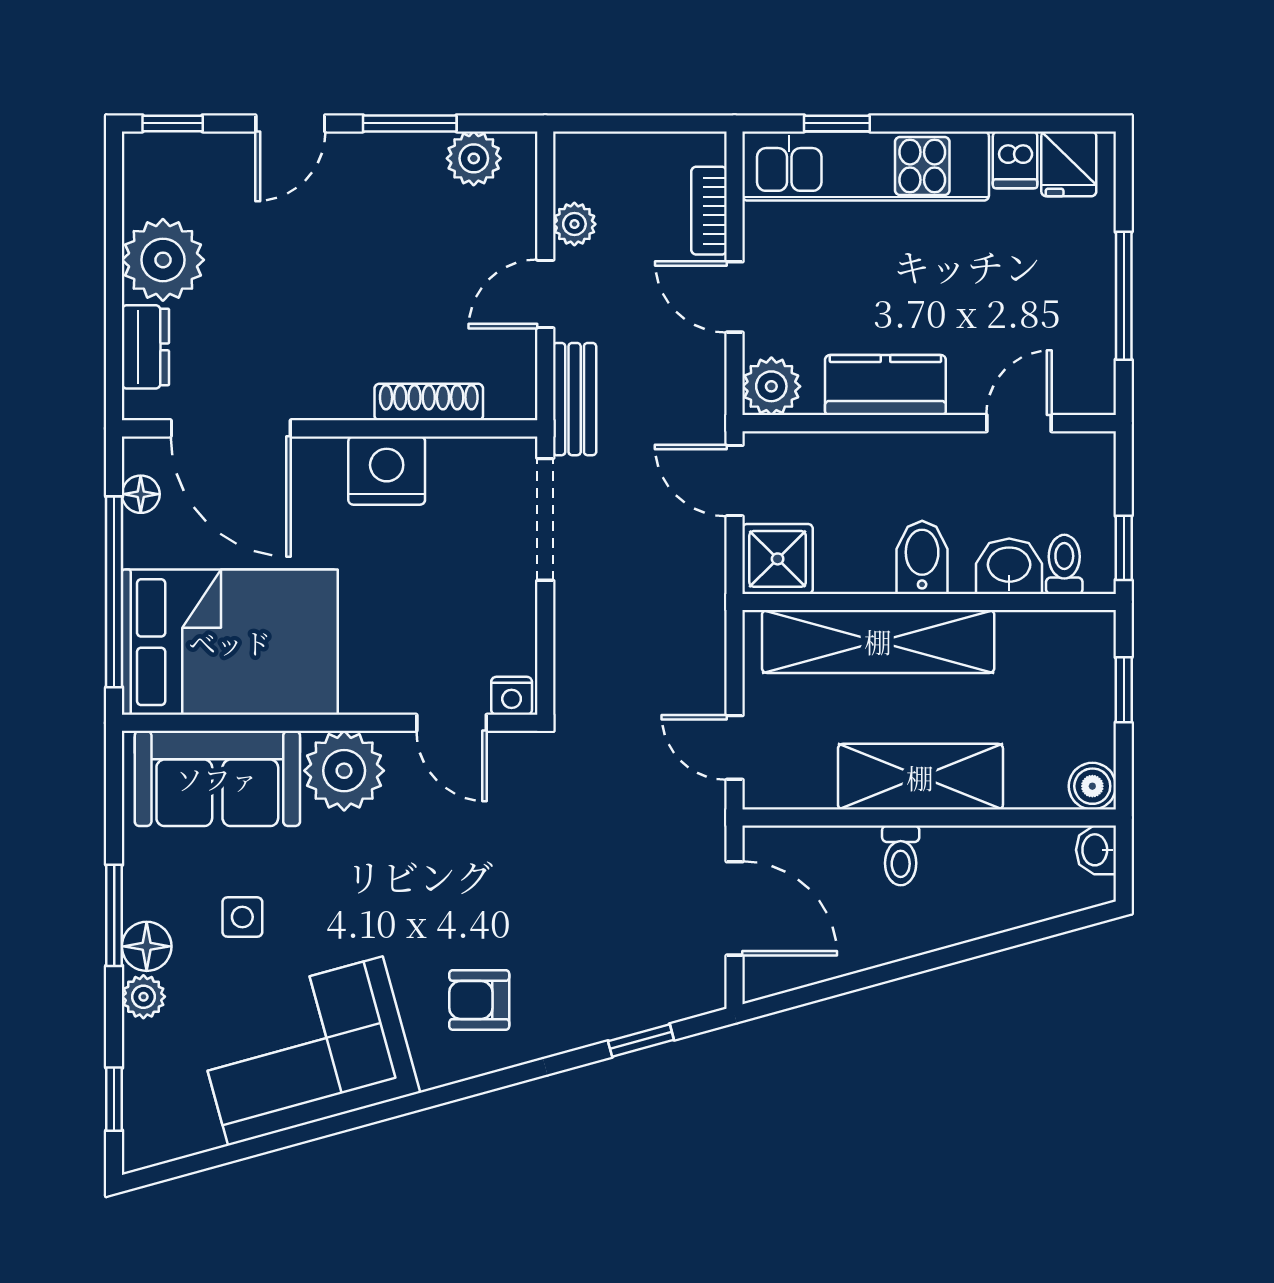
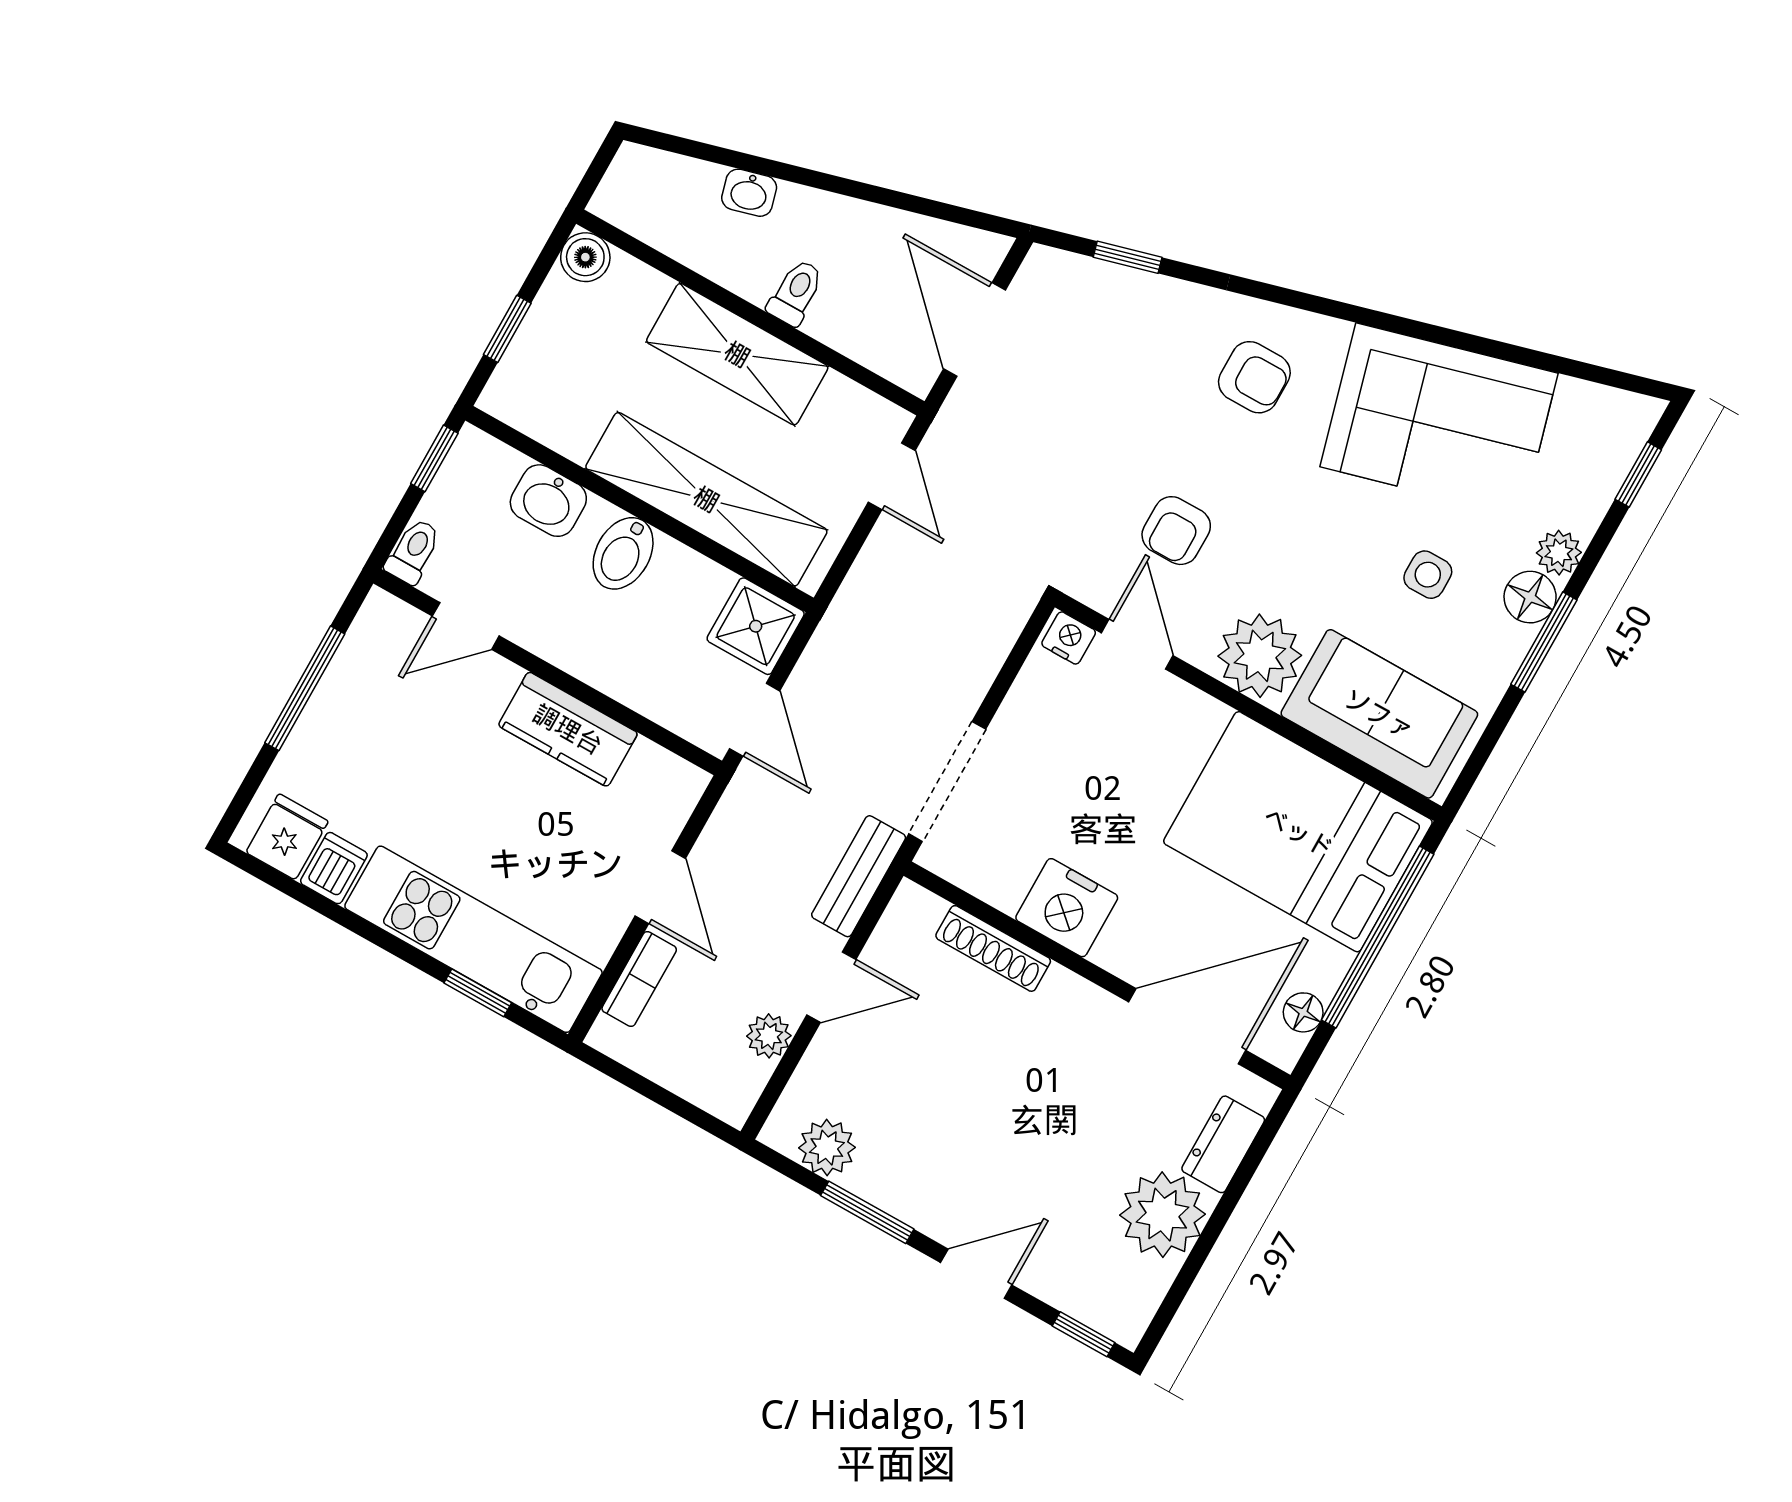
plant: (771, 386) -> (673, 787), removed
door: (231, 428) -> (1187, 1026), hinge flipped
toilet: (1064, 564) -> (413, 551), moved, turned 180
armchair: (472, 836) -> (1176, 531), added
washbasin: (1096, 850) -> (749, 193), moved, turned 75

